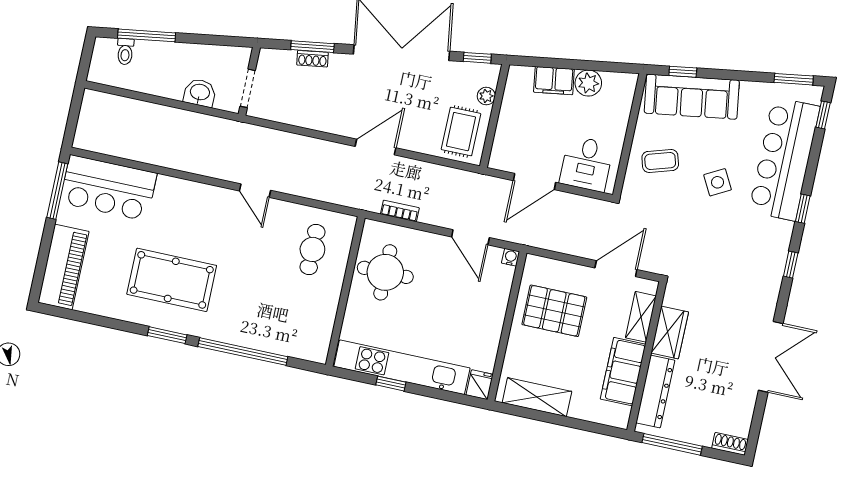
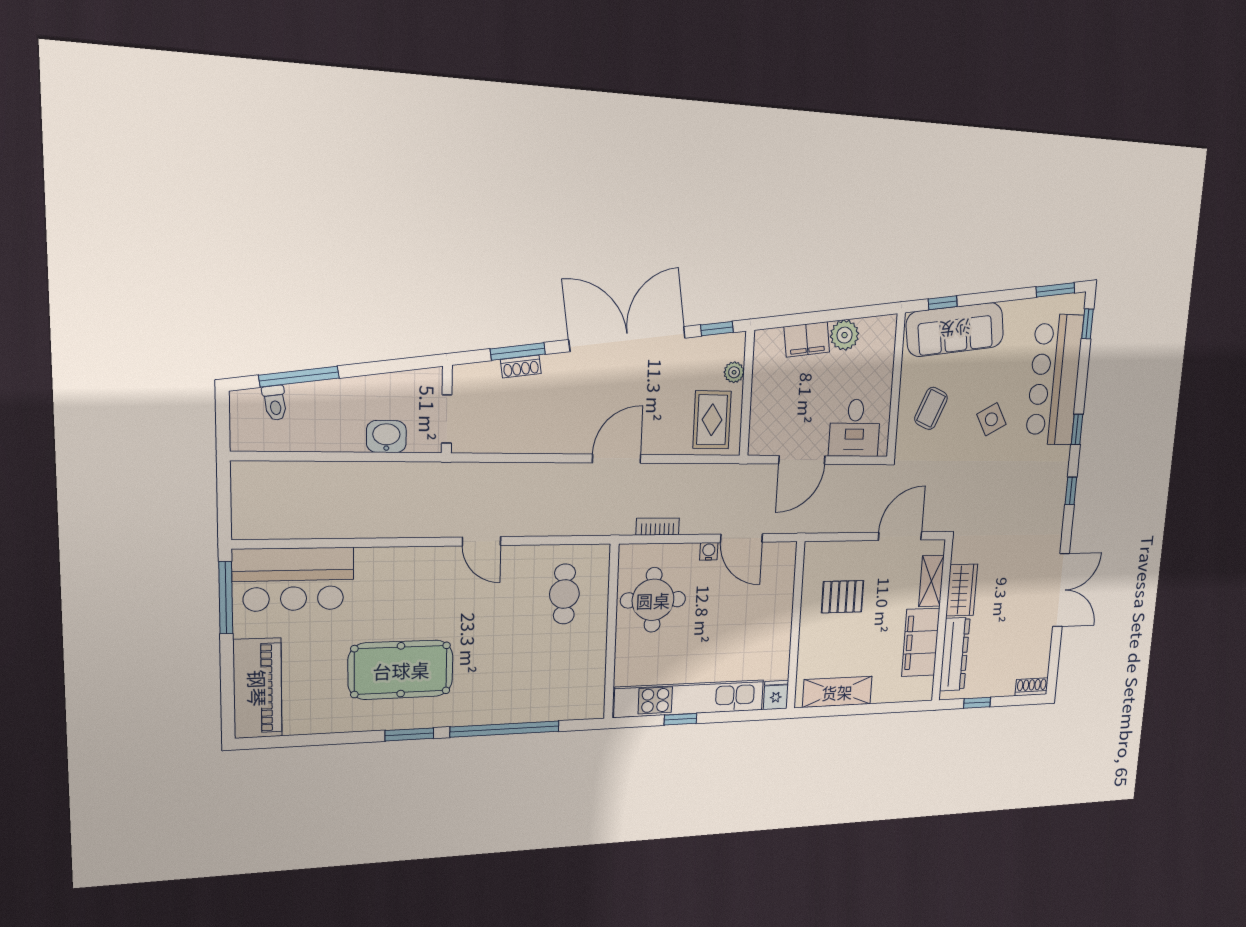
coffee table: (660, 161) -> (931, 408), turned -50
water cooler: (511, 257) -> (709, 551), moved
pallet: (554, 311) -> (843, 597), width x0.67, depth x0.71
window: (672, 444) -> (977, 703), width x0.46

